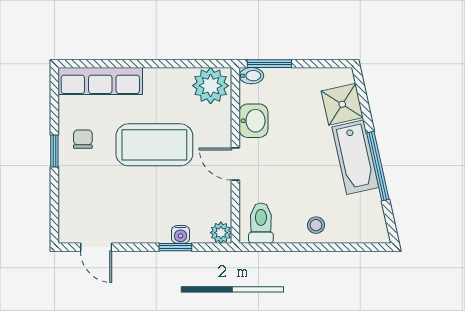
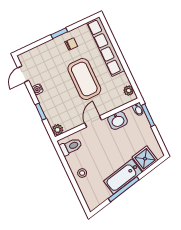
row of seats: (100, 81) -> (106, 47), width x1.36
plant: (211, 86) -> (129, 91), width x0.53, depth x0.53
water cooler: (181, 234) -> (38, 89), moved

